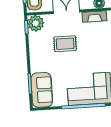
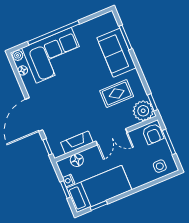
rug: (65, 44) -> (117, 94), moved
sofa: (42, 90) -> (117, 53), moved

